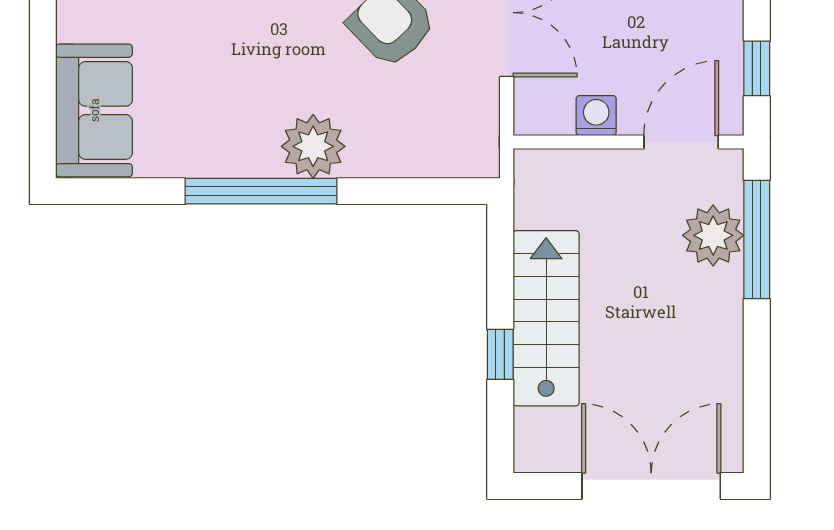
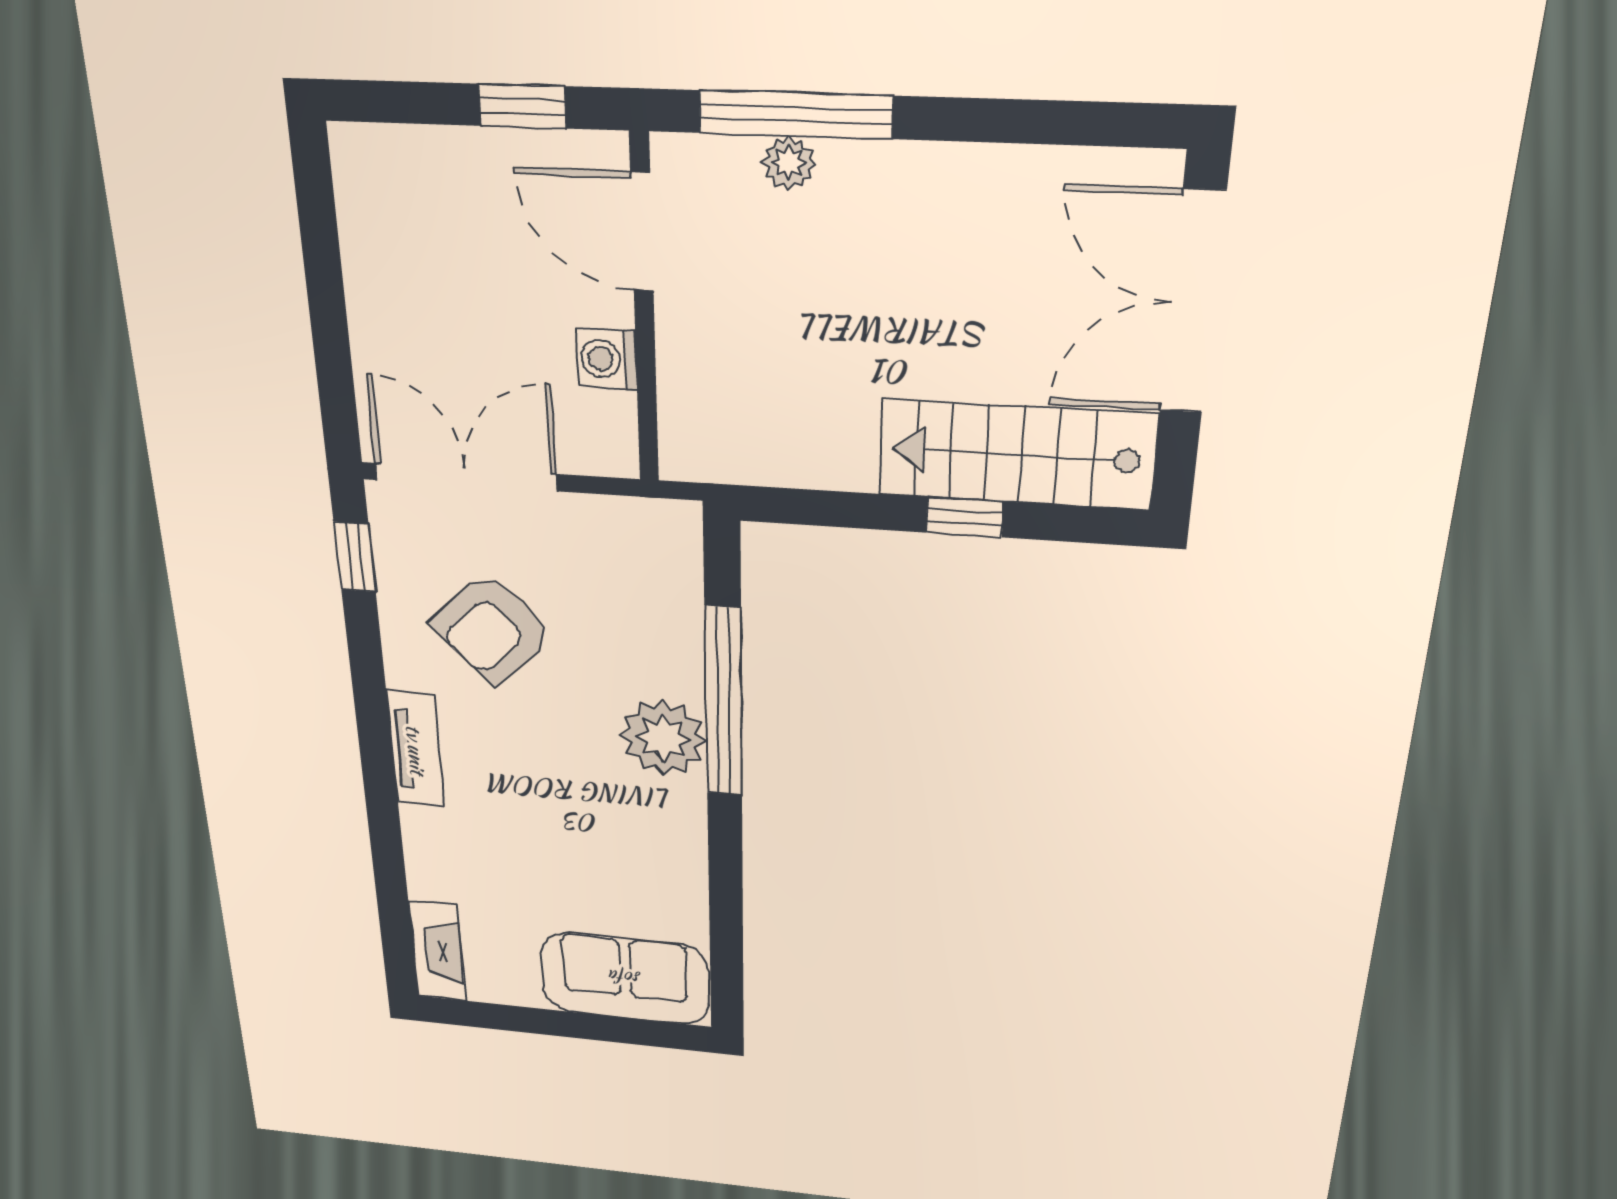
window: (261, 191) -> (724, 702), moved
plant: (713, 235) -> (789, 163), width x0.53, depth x0.53
stairs: (546, 318) -> (1017, 455), moved

